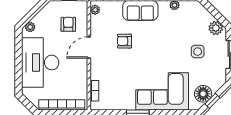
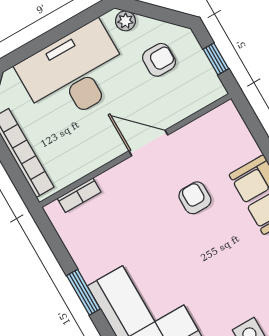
plant: (95, 10) -> (220, 116), removed
armchair: (68, 24) -> (159, 60), moved

